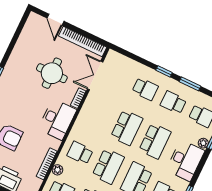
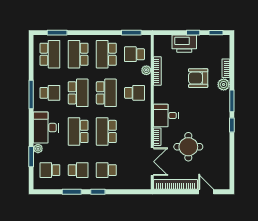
desk: (57, 119) -> (166, 116), width x0.73
school desk: (108, 166) -> (106, 93), turned 180

